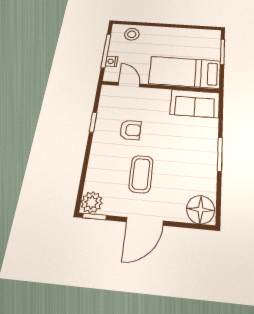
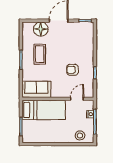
door: (129, 85) -> (77, 99), swing flipped
coffee table: (141, 174) -> (40, 54), moved
plant: (92, 202) -> (88, 28), removed
floor lamp: (201, 210) -> (41, 29), moved

